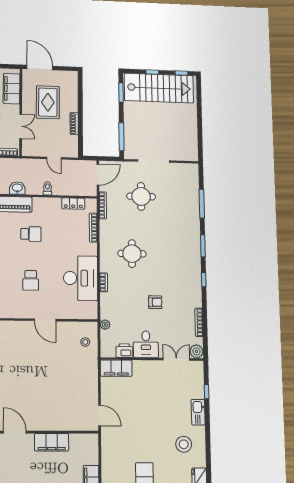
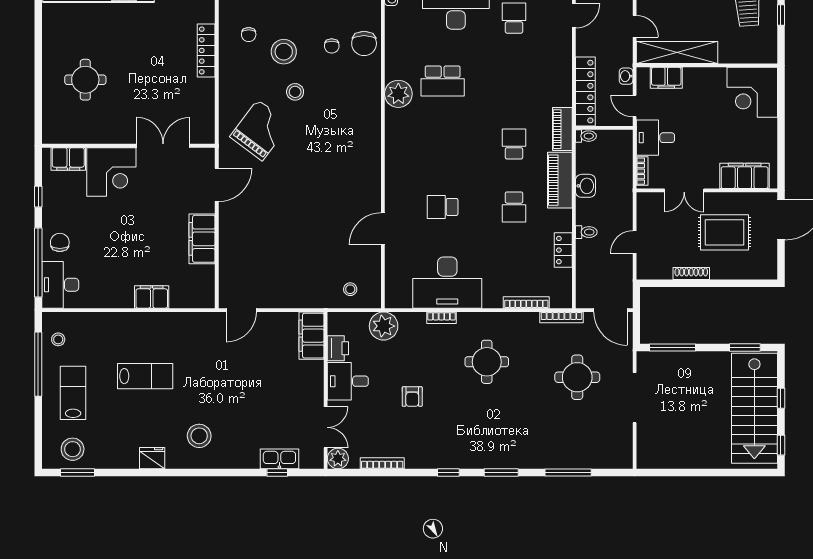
locker: (73, 204) -> (563, 250), moved
plant: (105, 325) -> (384, 326), width x1.88, depth x1.88
kitchen sink: (198, 412) -> (279, 459), moved

